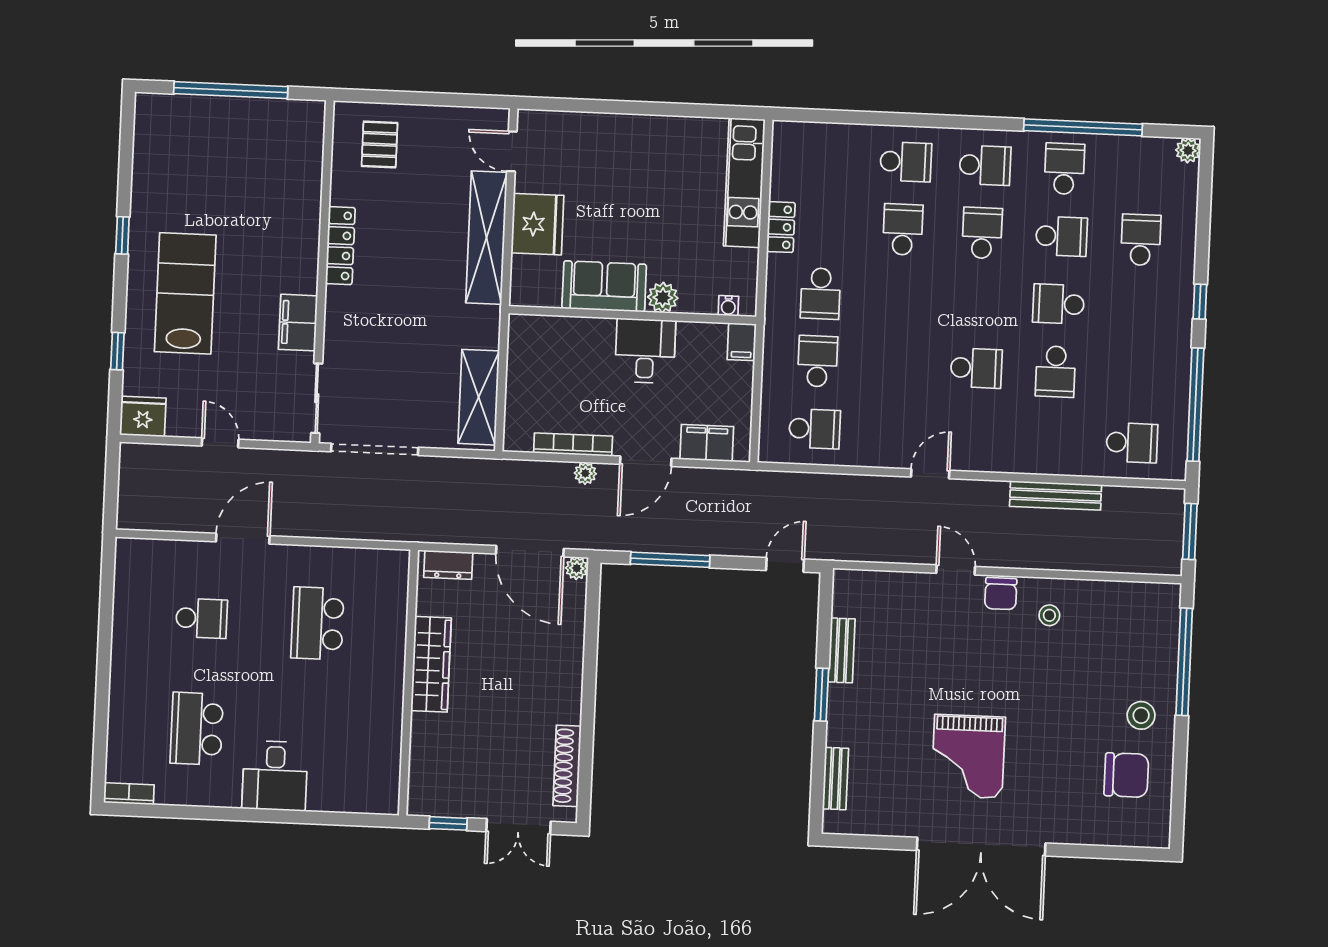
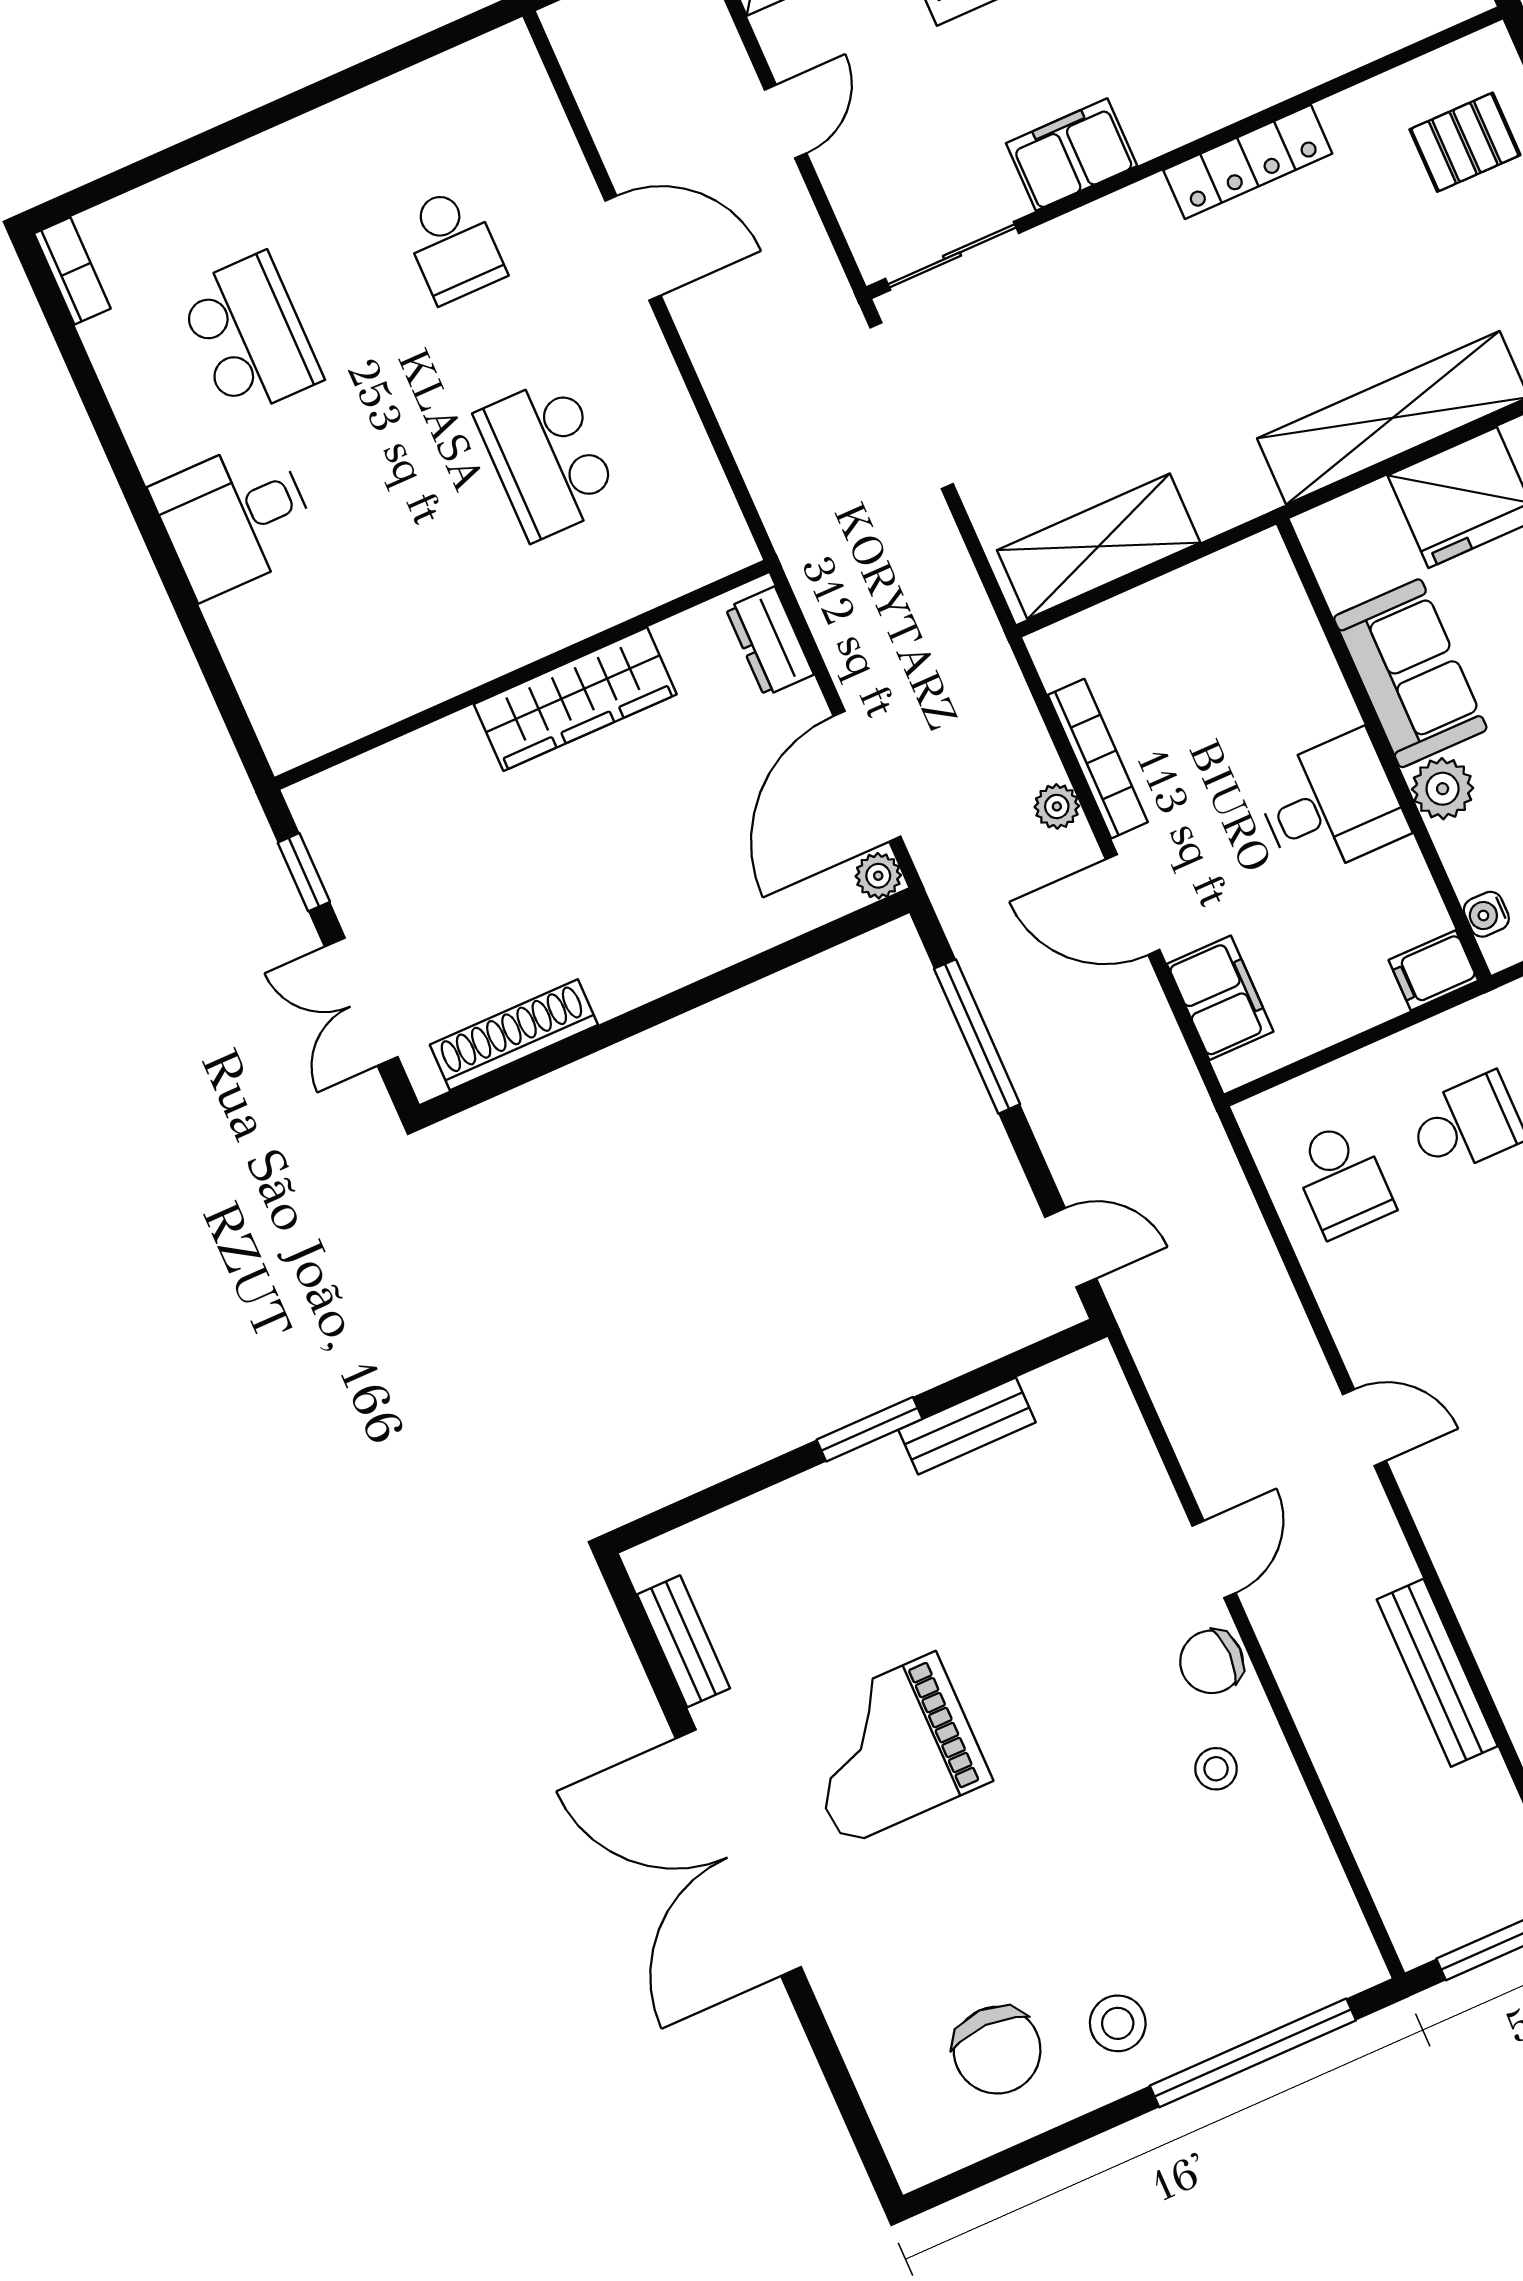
school desk: (318, 623) -> (547, 458), turned -90
school desk: (197, 729) -> (250, 335), turned 90
bench: (835, 779) -> (684, 1641), moved, turned 90

